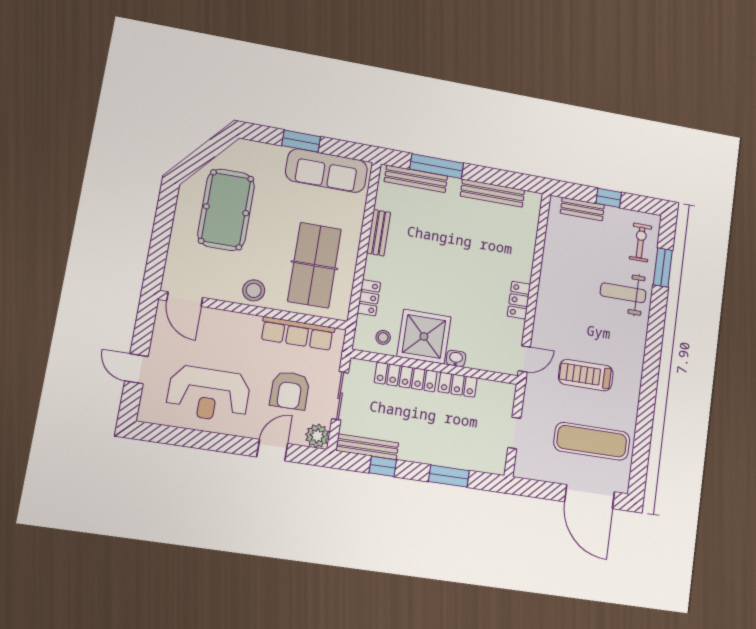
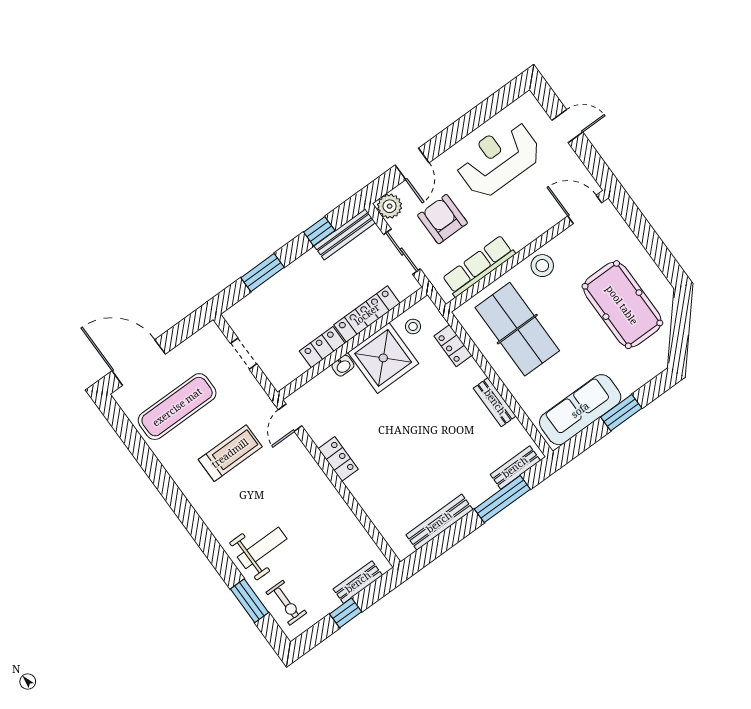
bench: (416, 179) -> (515, 467), width x0.73

